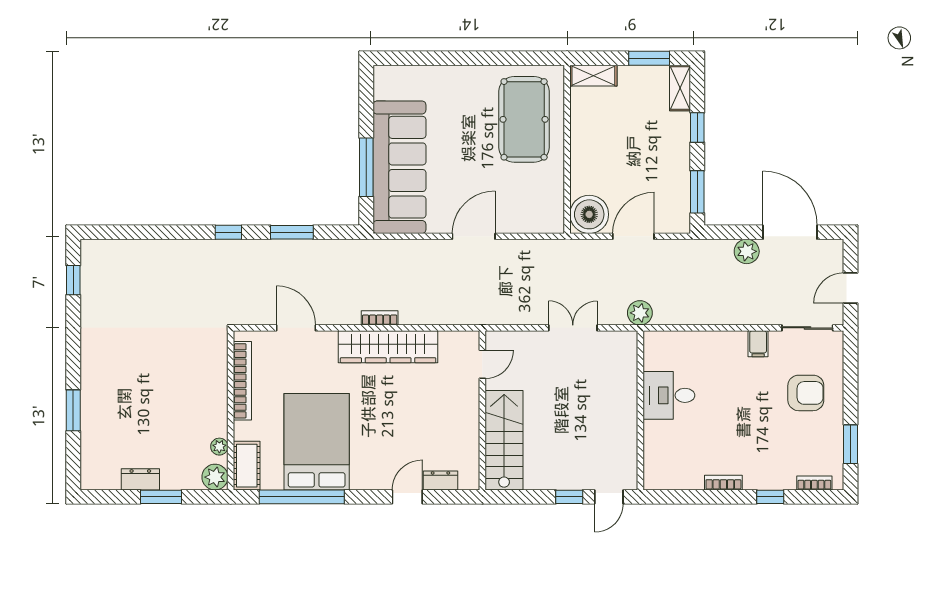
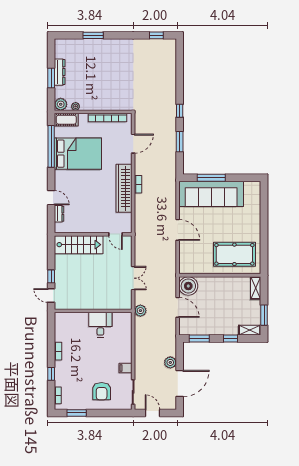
dresser: (140, 479) -> (60, 72), width x1.44

